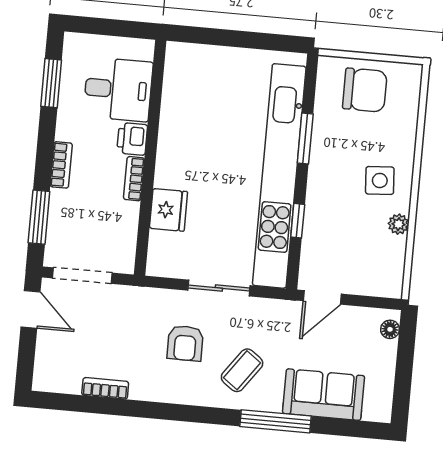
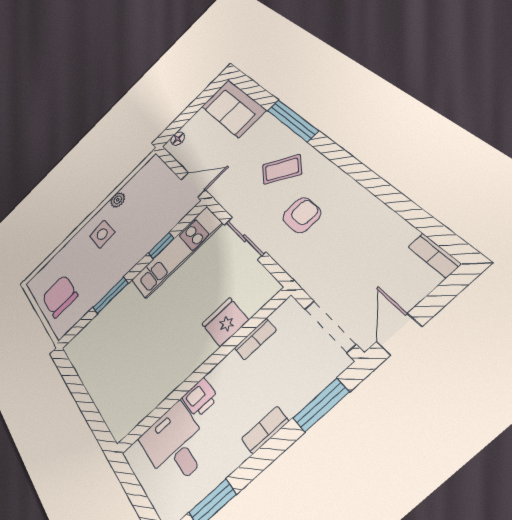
kitchen unit: (279, 176) -> (177, 252), width x0.54
bookcase: (134, 179) -> (255, 339), moved
bookcase: (105, 388) -> (434, 255), moved
sofa: (324, 395) -> (233, 108), moved

